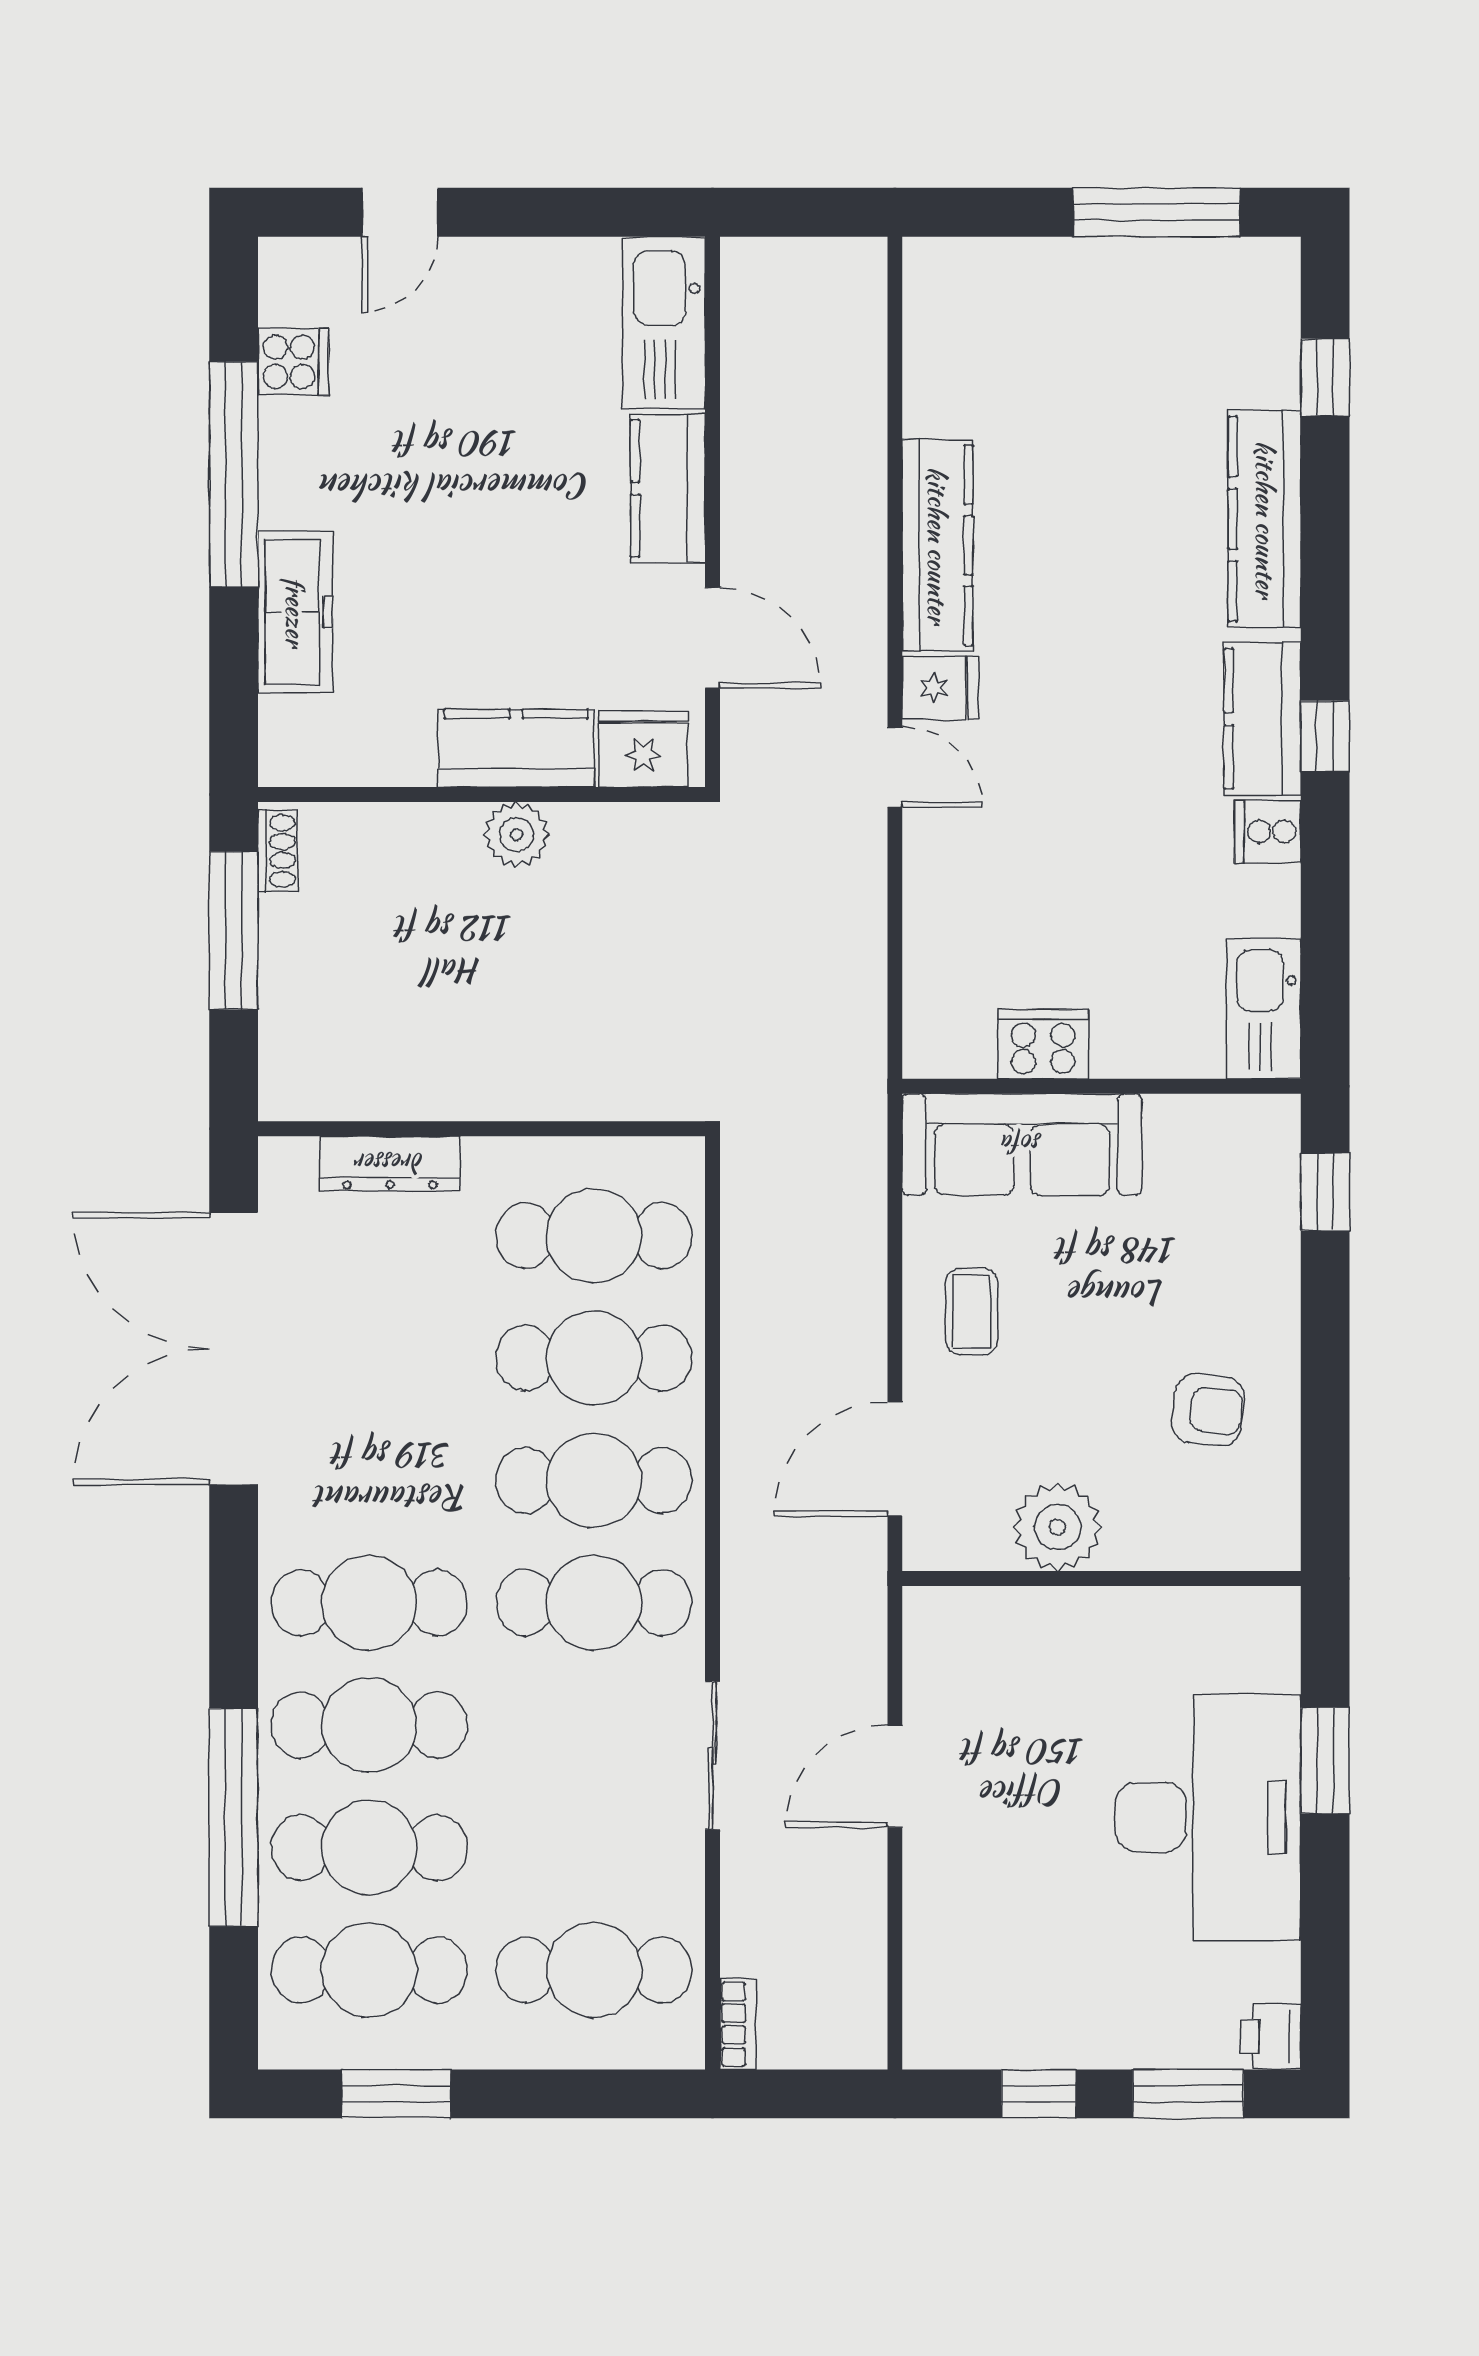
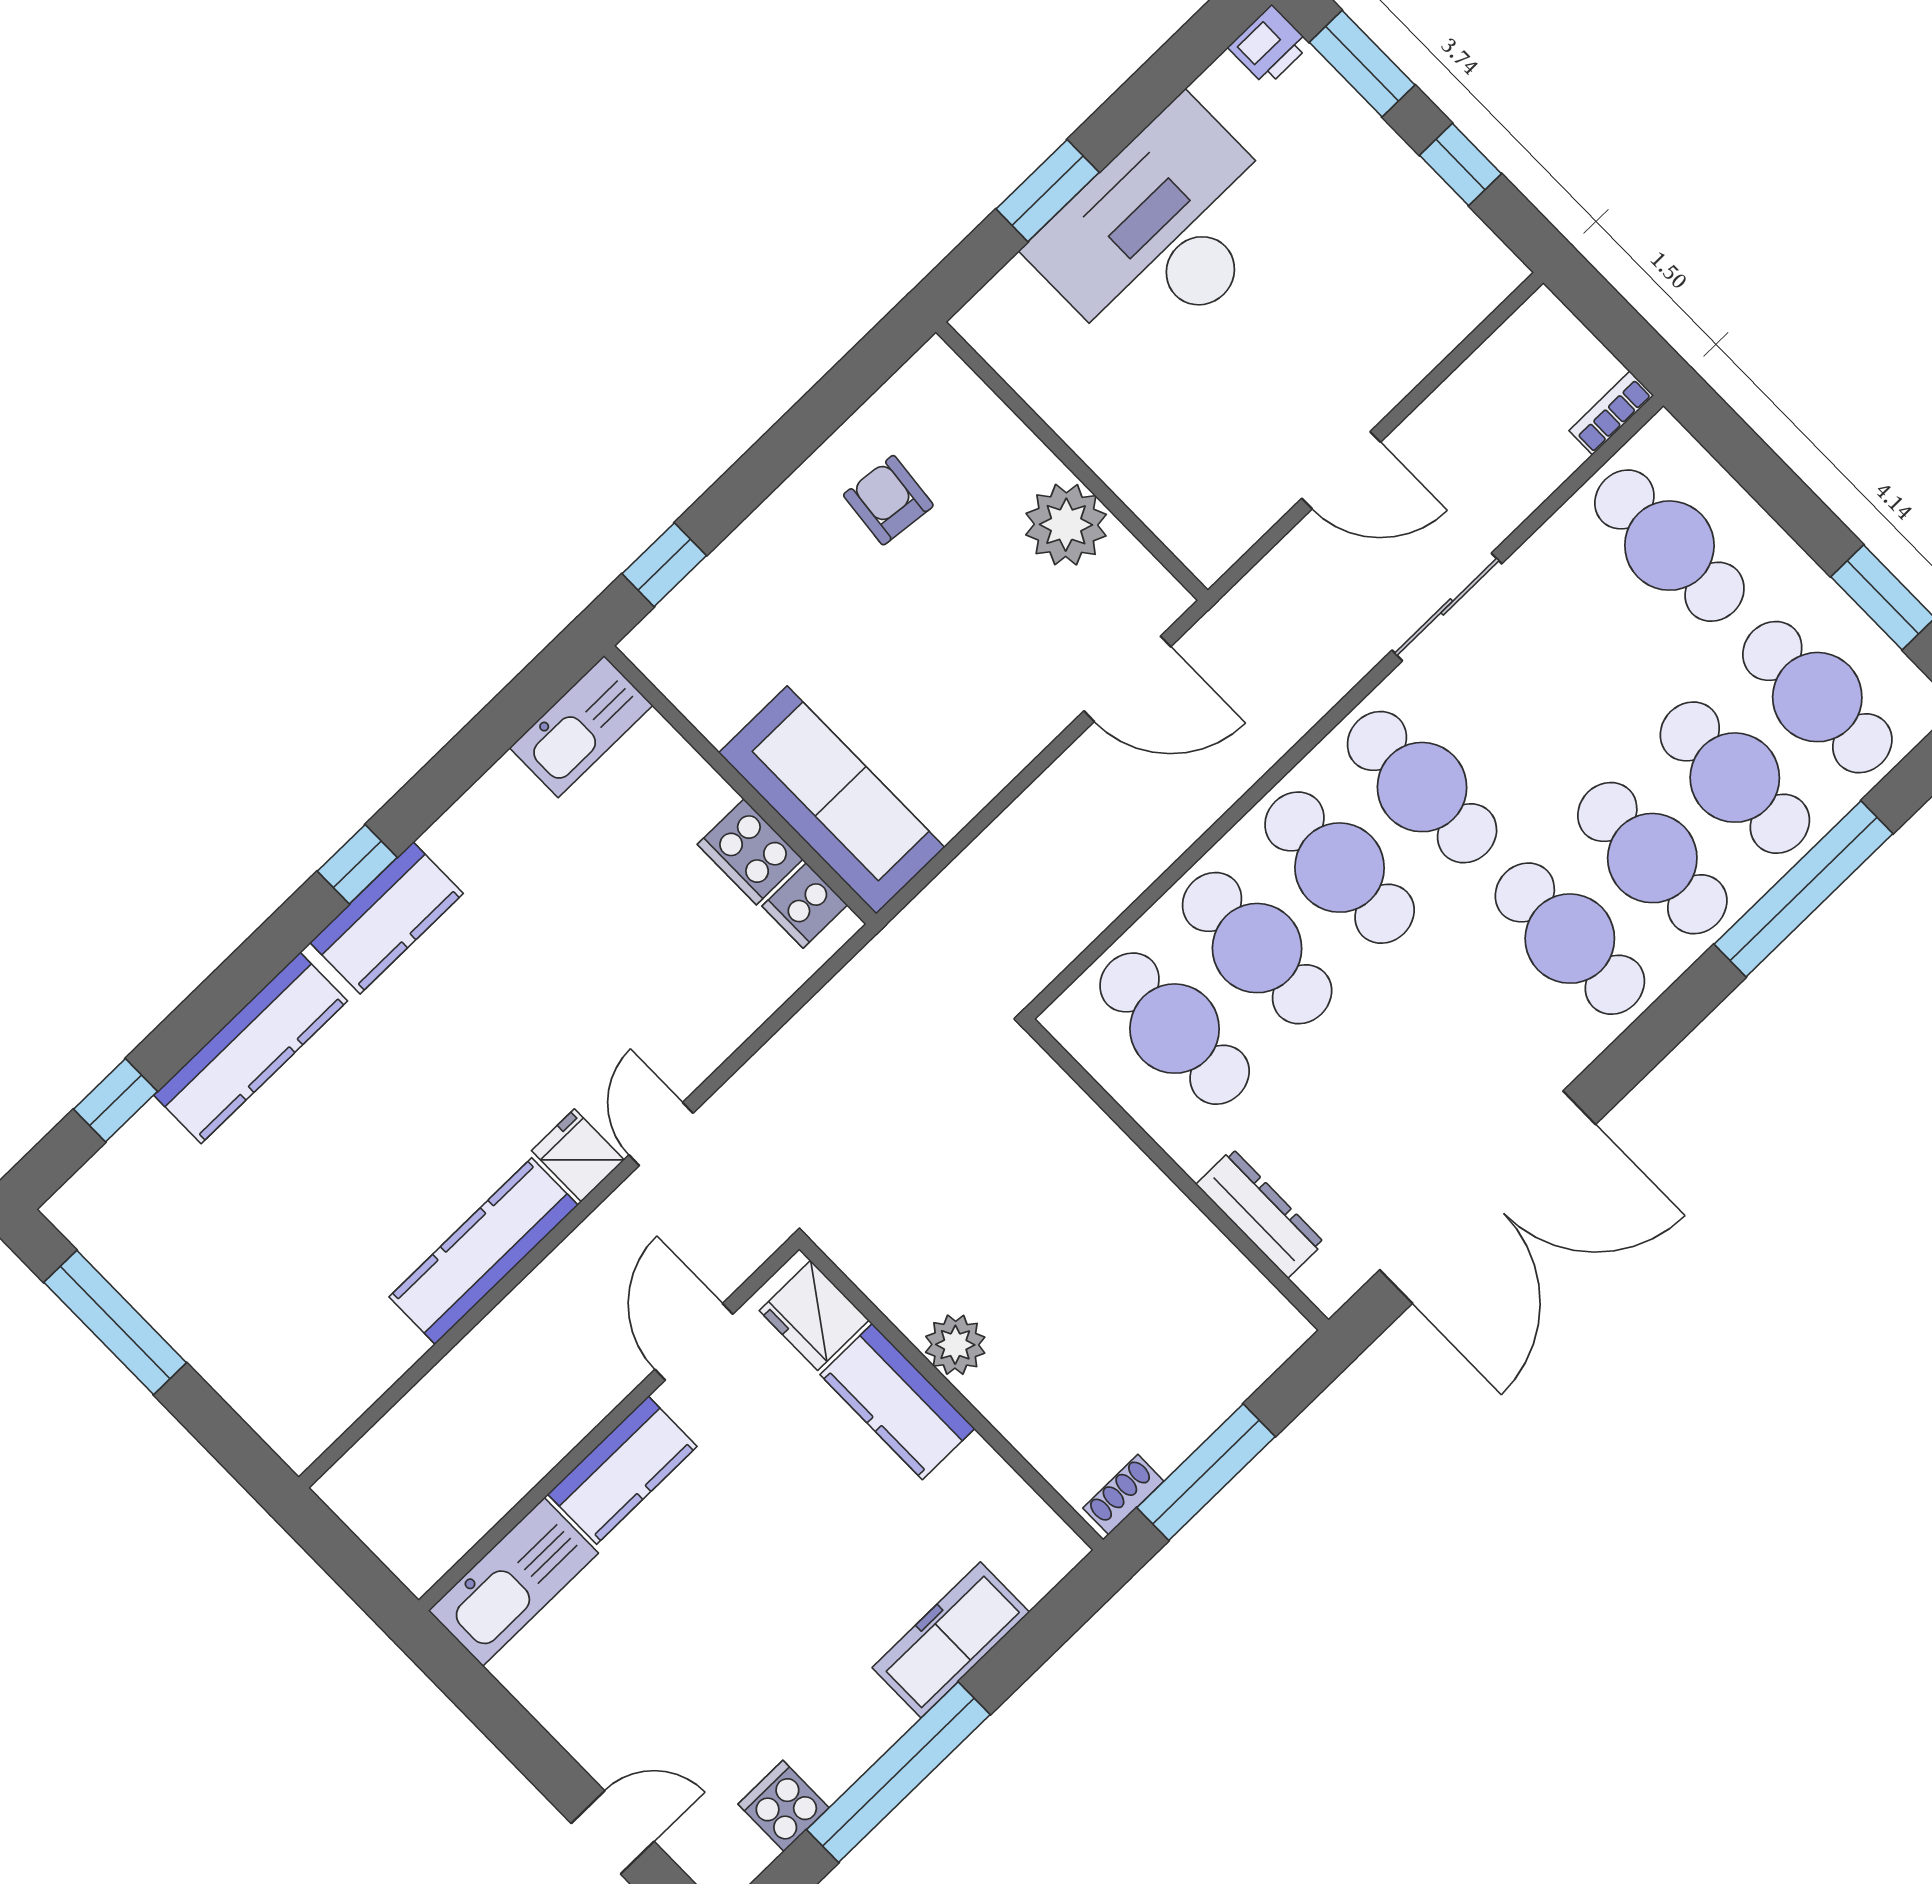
cooker: (1268, 832) -> (805, 905), moved, turned 90
coffee table: (972, 1312) -> (977, 724), removed

